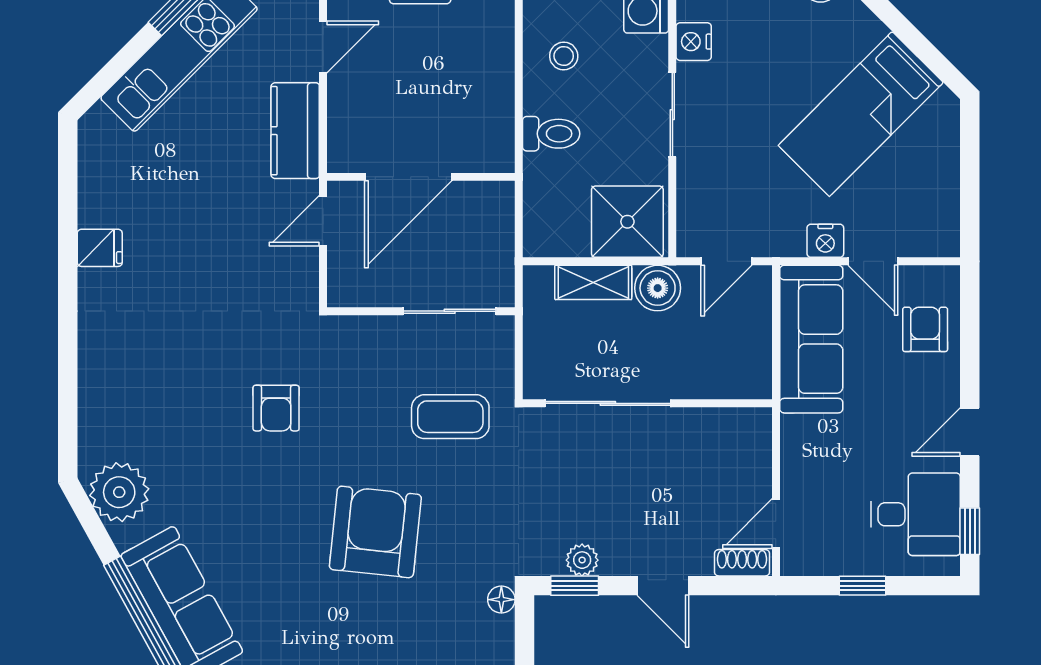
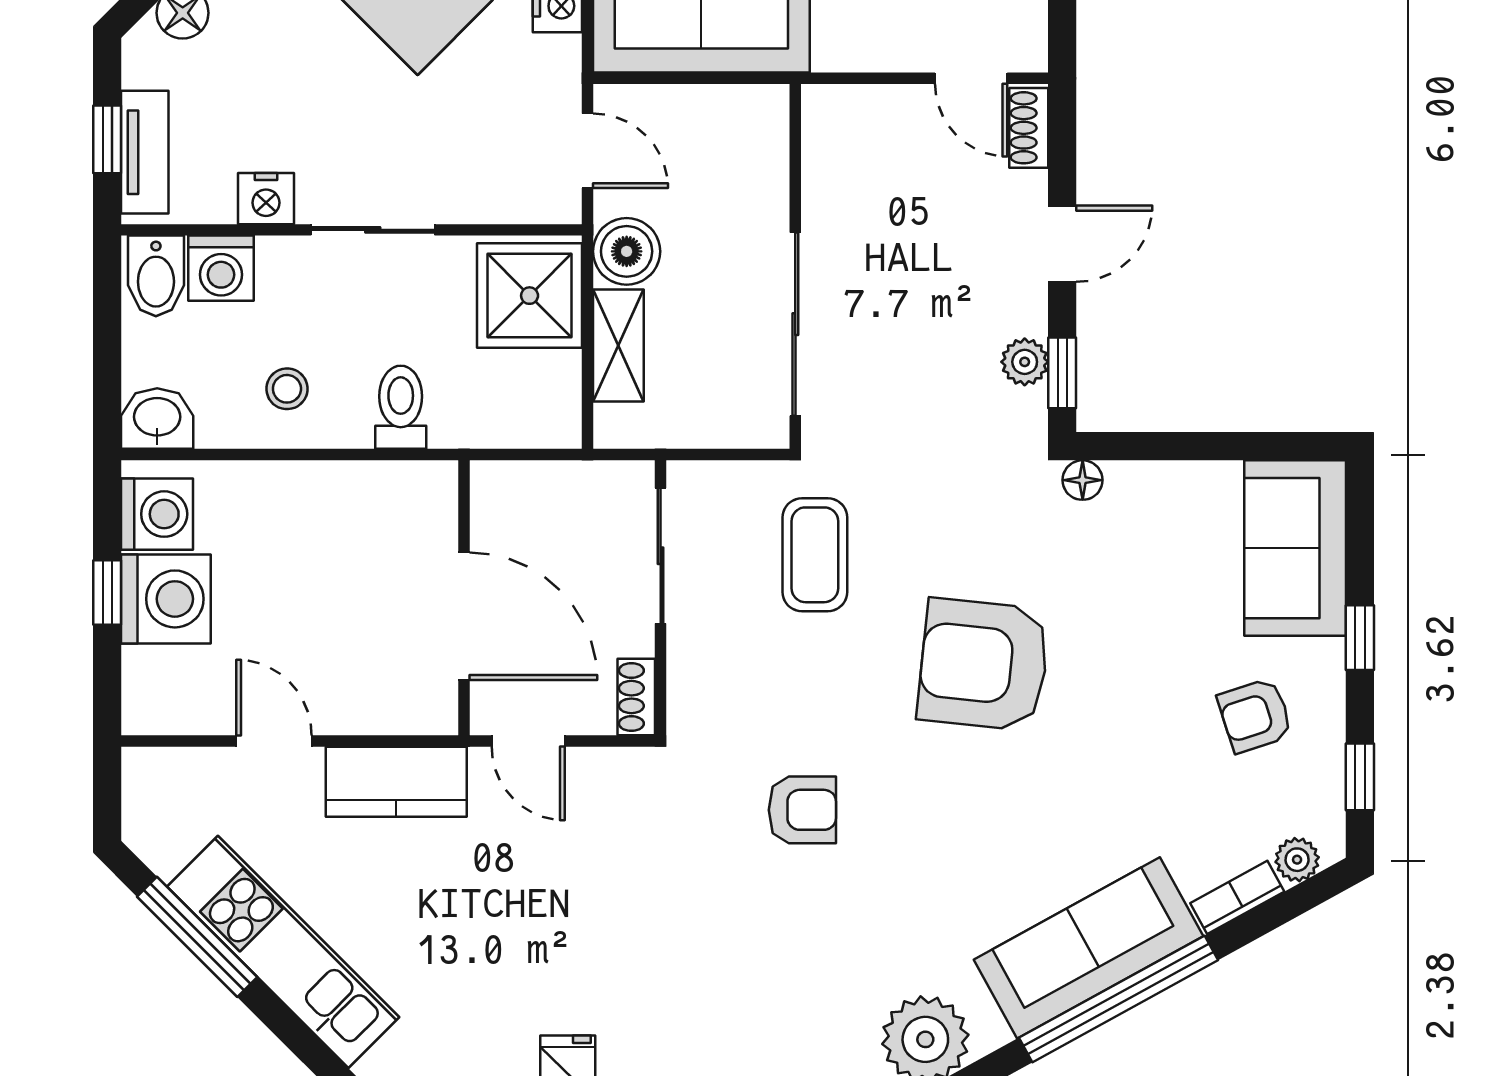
shoe rack: (353, 295) -> (636, 697), added

